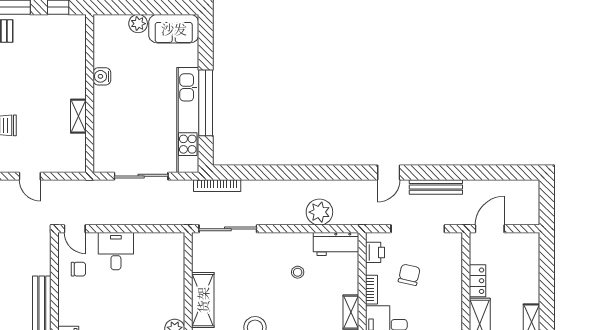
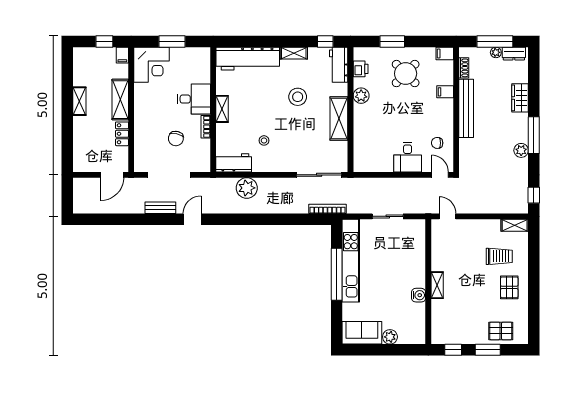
shelving: (78, 116) -> (437, 285), moved
door: (30, 176) -> (448, 216), moved
sliding door: (141, 176) -> (388, 216), width x0.73
bench: (436, 187) -> (160, 208), width x0.73
printer: (375, 252) -> (203, 156), removed

